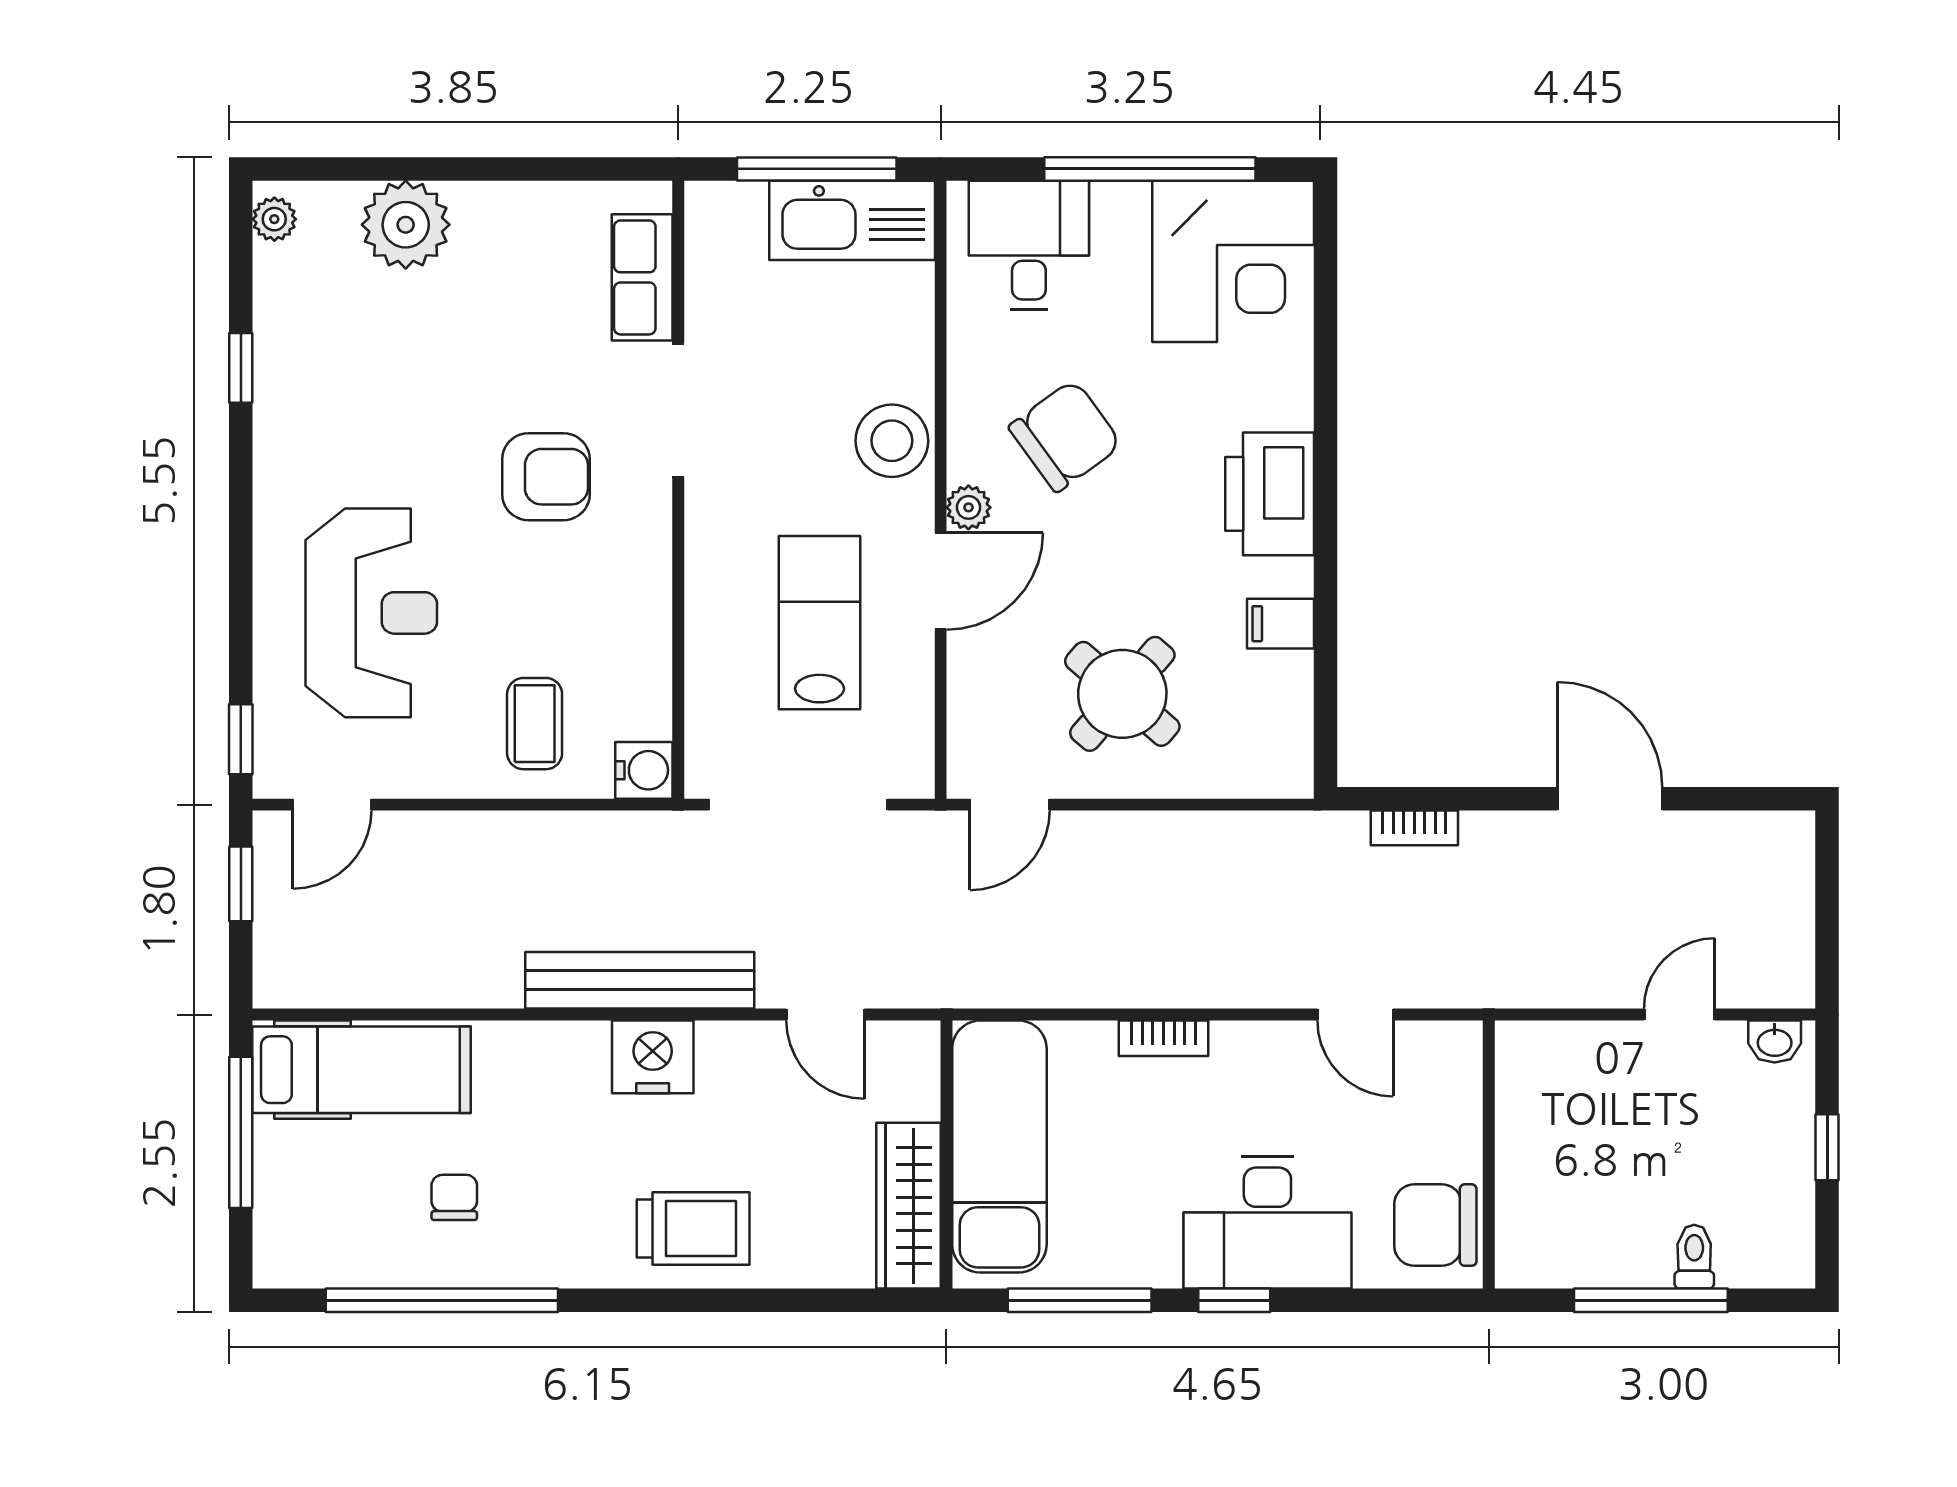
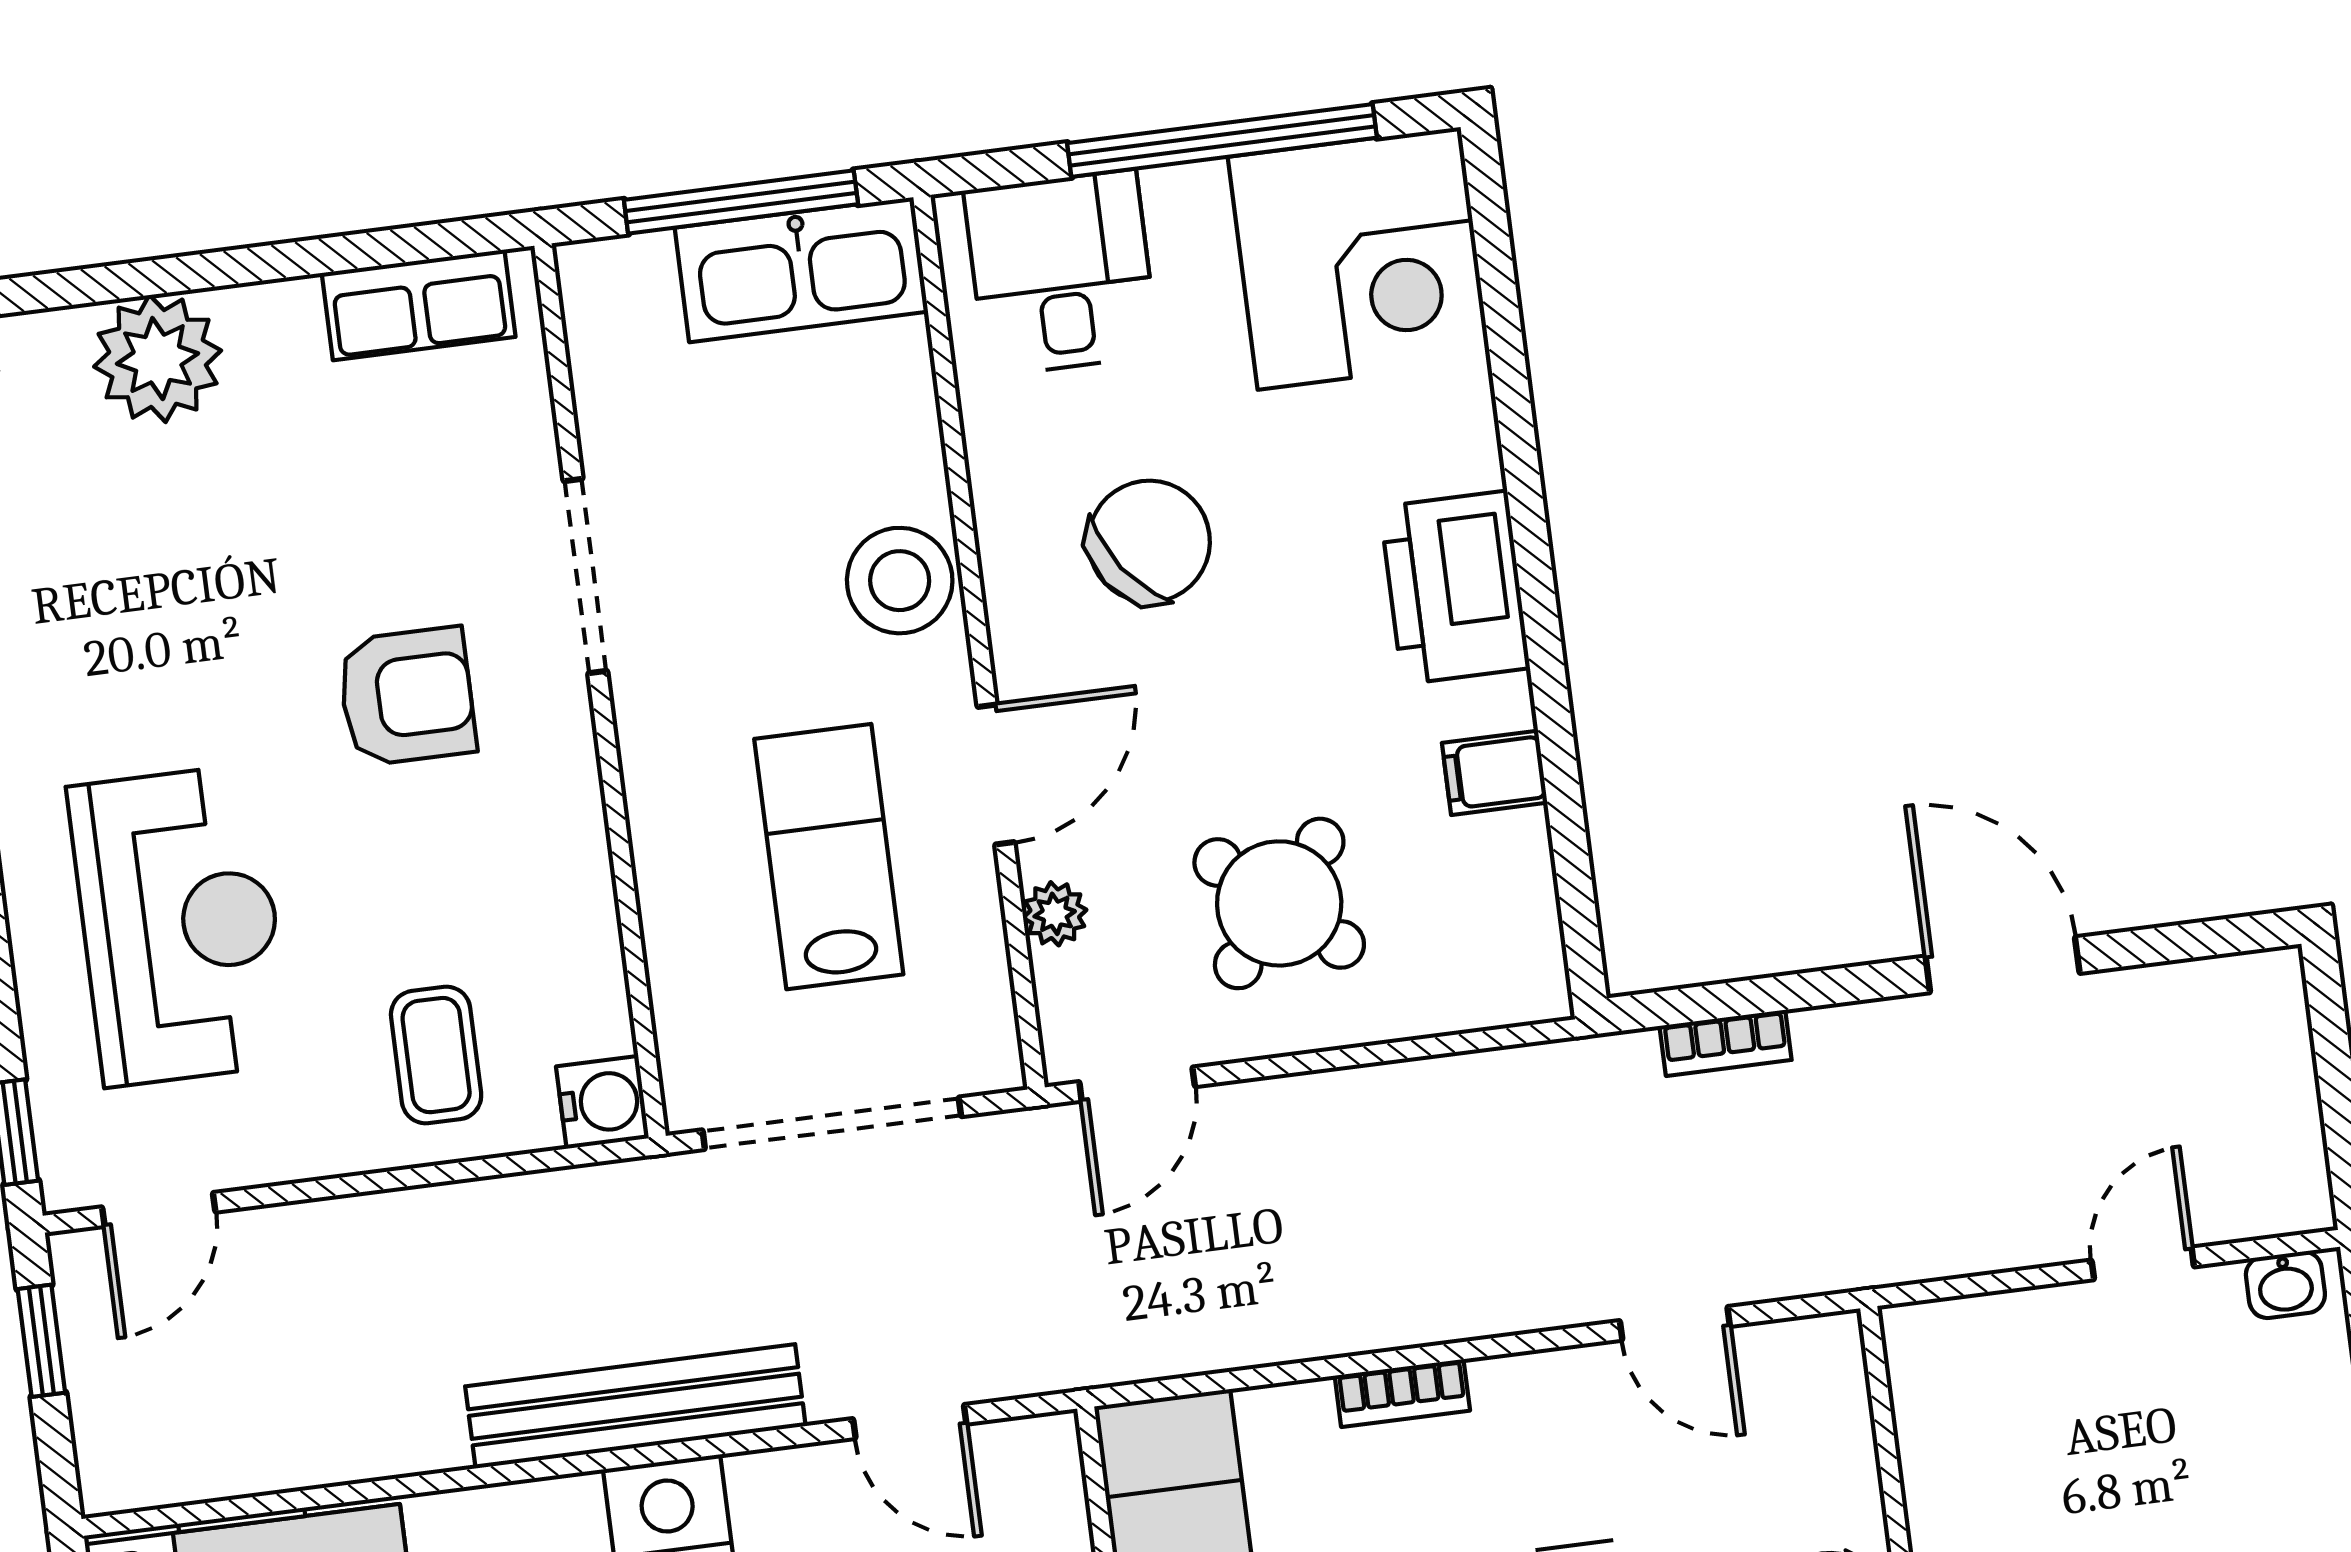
row of seats: (642, 277) -> (419, 305), moved, turned -90
plant: (968, 507) -> (1055, 914), moved

